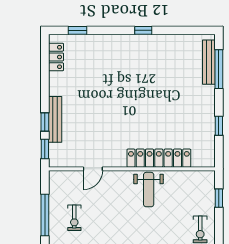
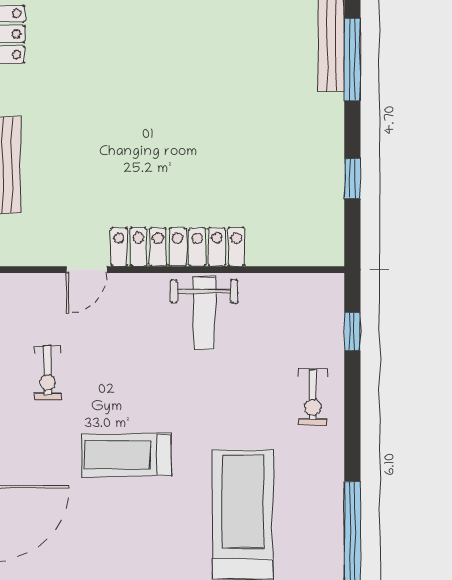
locker: (159, 158) -> (178, 247), moved

